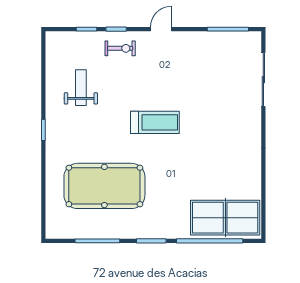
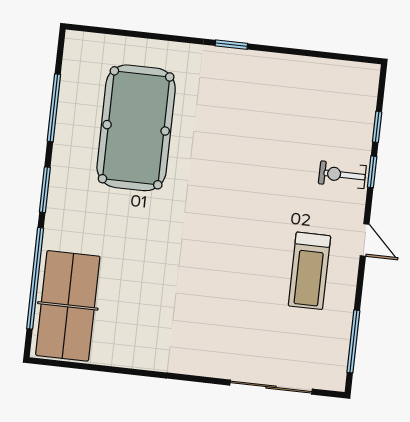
exercise bike: (120, 48) -> (342, 175), turned 90
weight bench: (81, 88) -> (289, 108), removed
treadmill: (155, 122) -> (309, 271), moved

